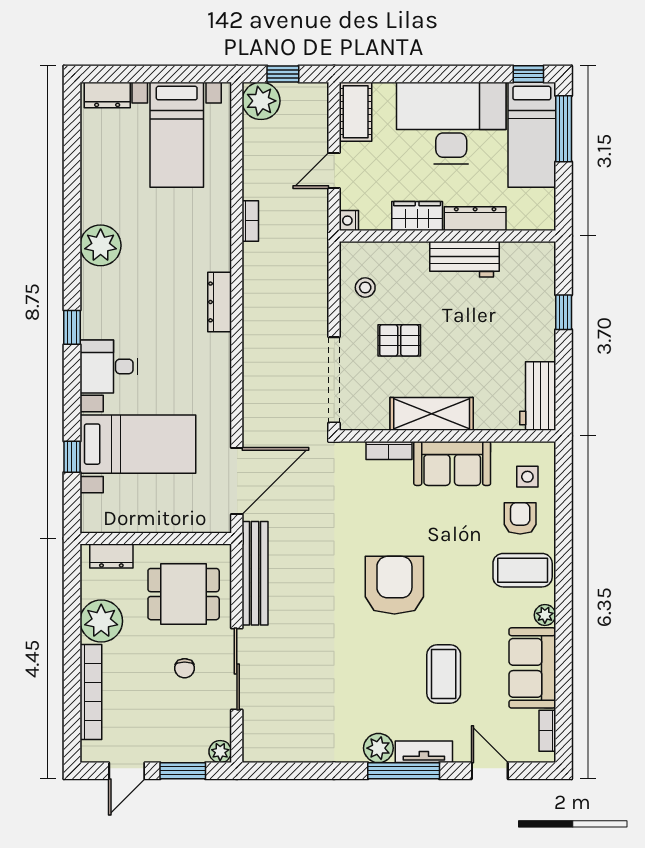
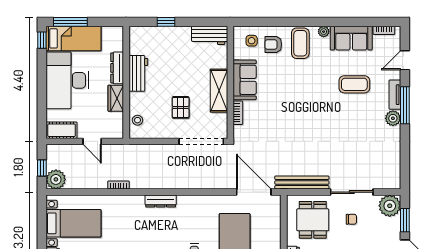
nightstand: (349, 221) -> (118, 134), removed
stool: (365, 287) -> (137, 120), moved
armchair: (394, 585) -> (308, 110), removed
plant: (220, 752) -> (390, 206), width x1.87, depth x1.87

